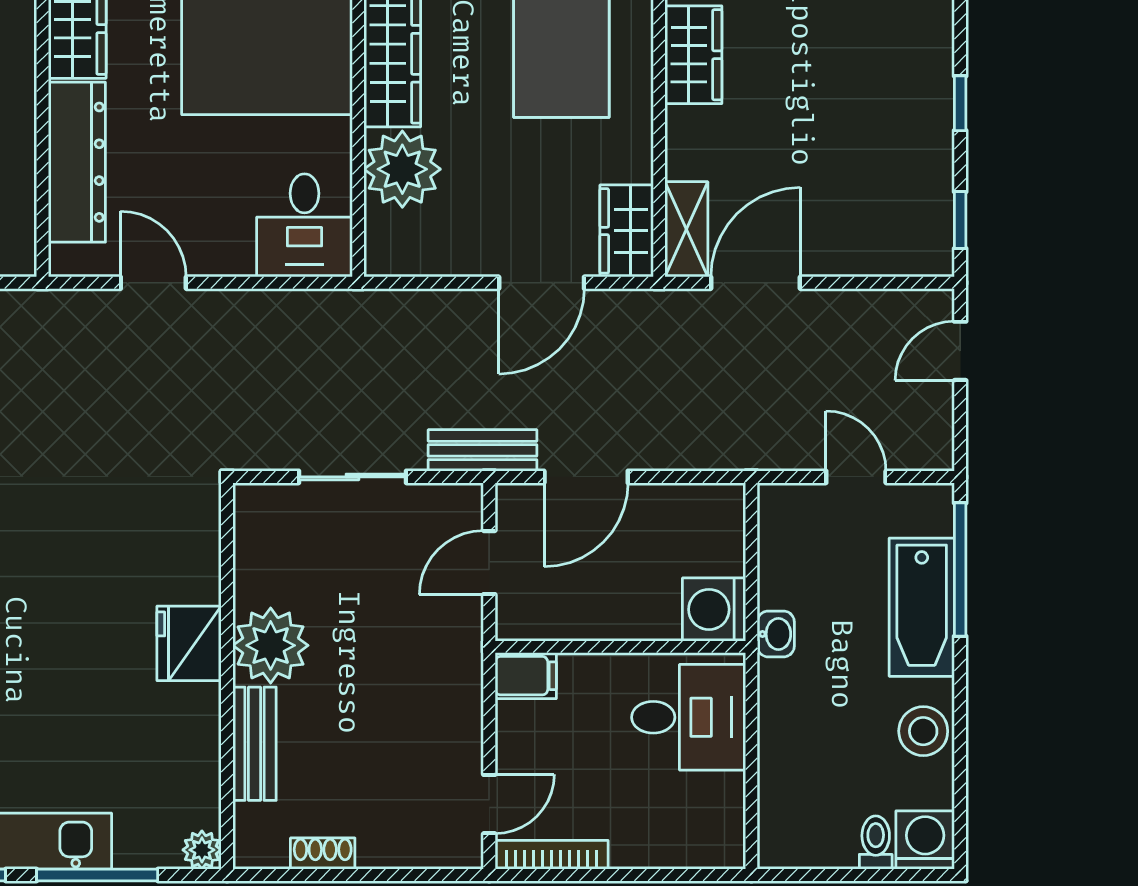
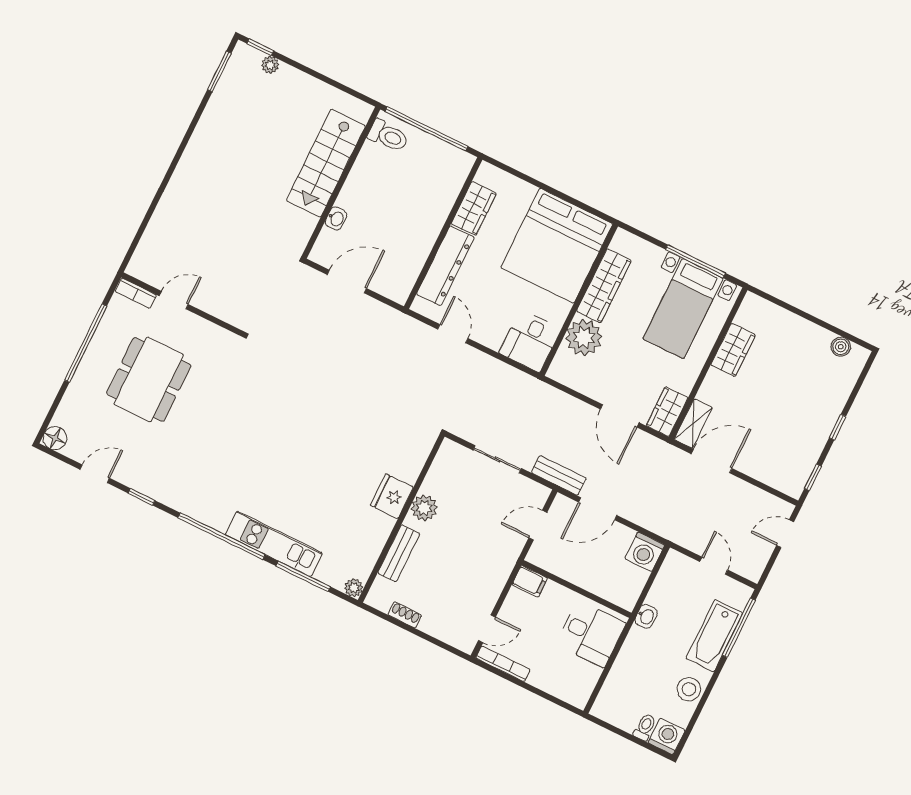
door: (542, 283) -> (620, 416), hinge flipped
washing machine: (714, 609) -> (645, 552), moved, turned -90
plant: (271, 645) -> (424, 508), width x0.73, depth x0.73

